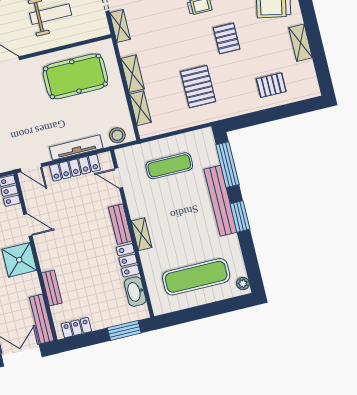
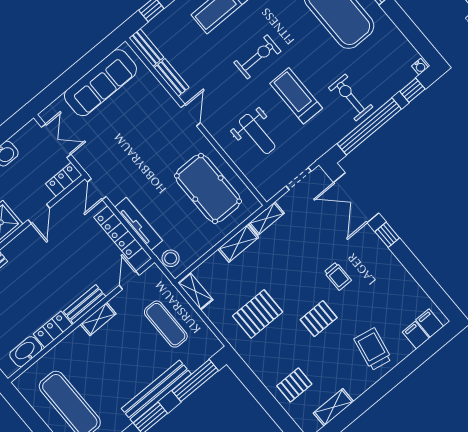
shelving: (120, 26) -> (267, 218), moved
shelving: (300, 43) -> (333, 407), moved
pallet: (271, 85) -> (294, 385), turned 90
shelving: (140, 108) -> (195, 291), moved, turned 90
shelving: (141, 234) -> (98, 319), moved

